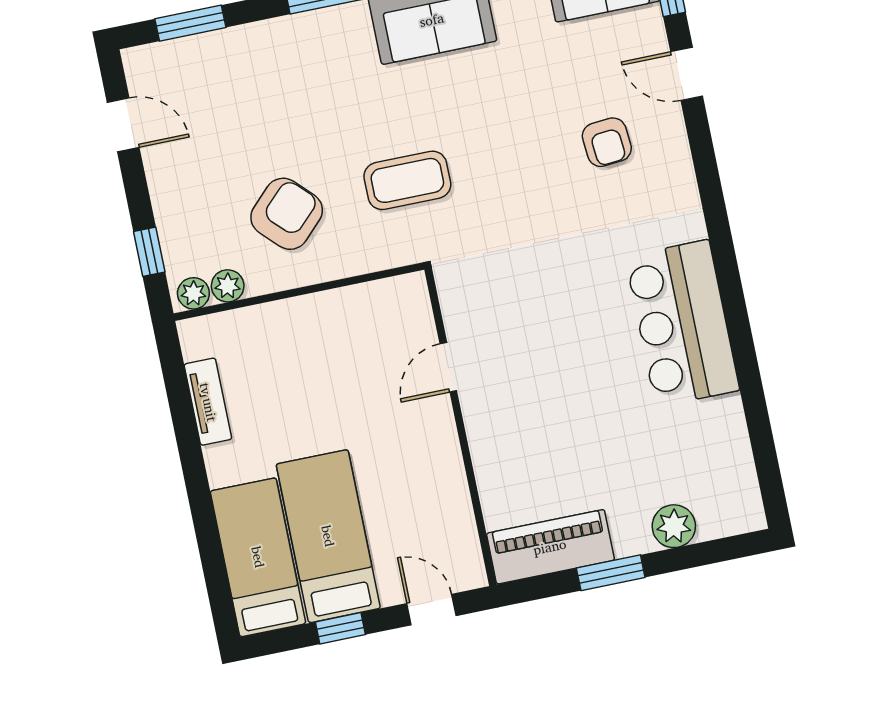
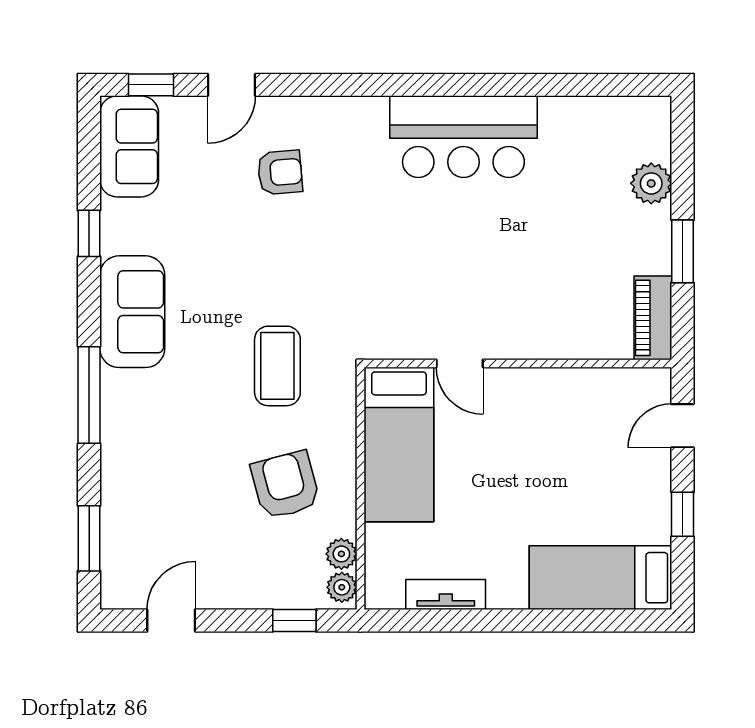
armchair: (287, 214) -> (285, 485), turned 30
bed: (328, 536) -> (399, 445), moved, turned -90
piano: (550, 547) -> (653, 318), width x0.73, depth x0.75

